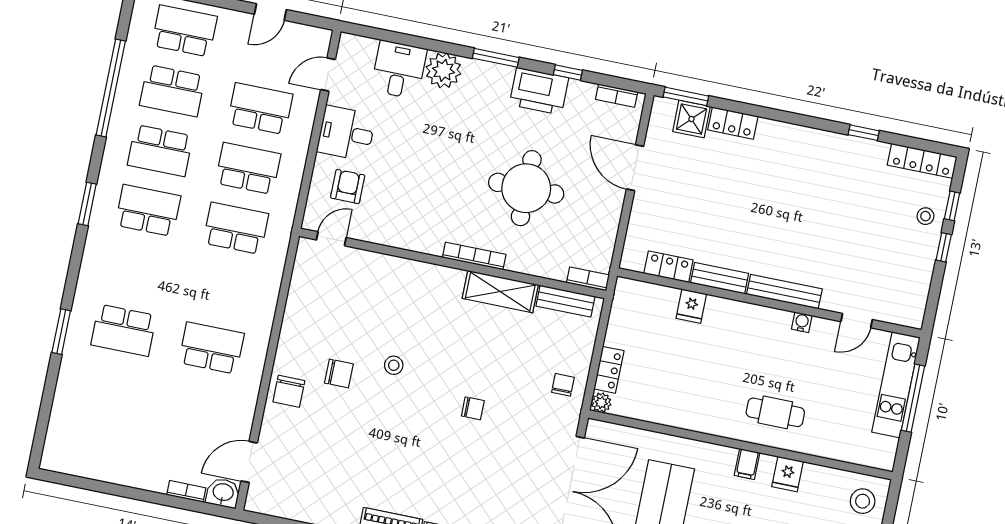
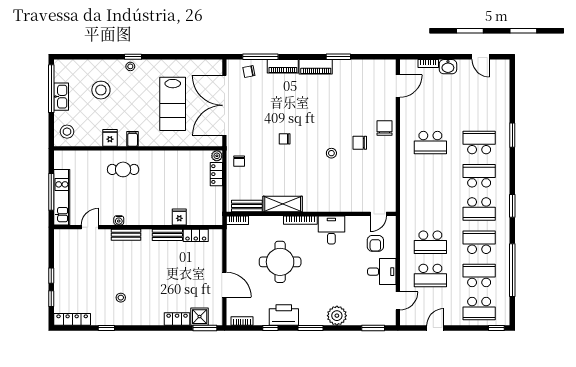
window: (383, 35) -> (373, 328), added
desk: (399, 70) -> (331, 230), moved, turned 180
stool: (925, 216) -> (121, 298), moved
school desk: (236, 228) -> (479, 176), moved, turned 180
bench: (784, 292) -> (126, 235), width x0.73
door: (89, 484) -> (481, 57), added
washbasin: (223, 493) -> (448, 67), moved

